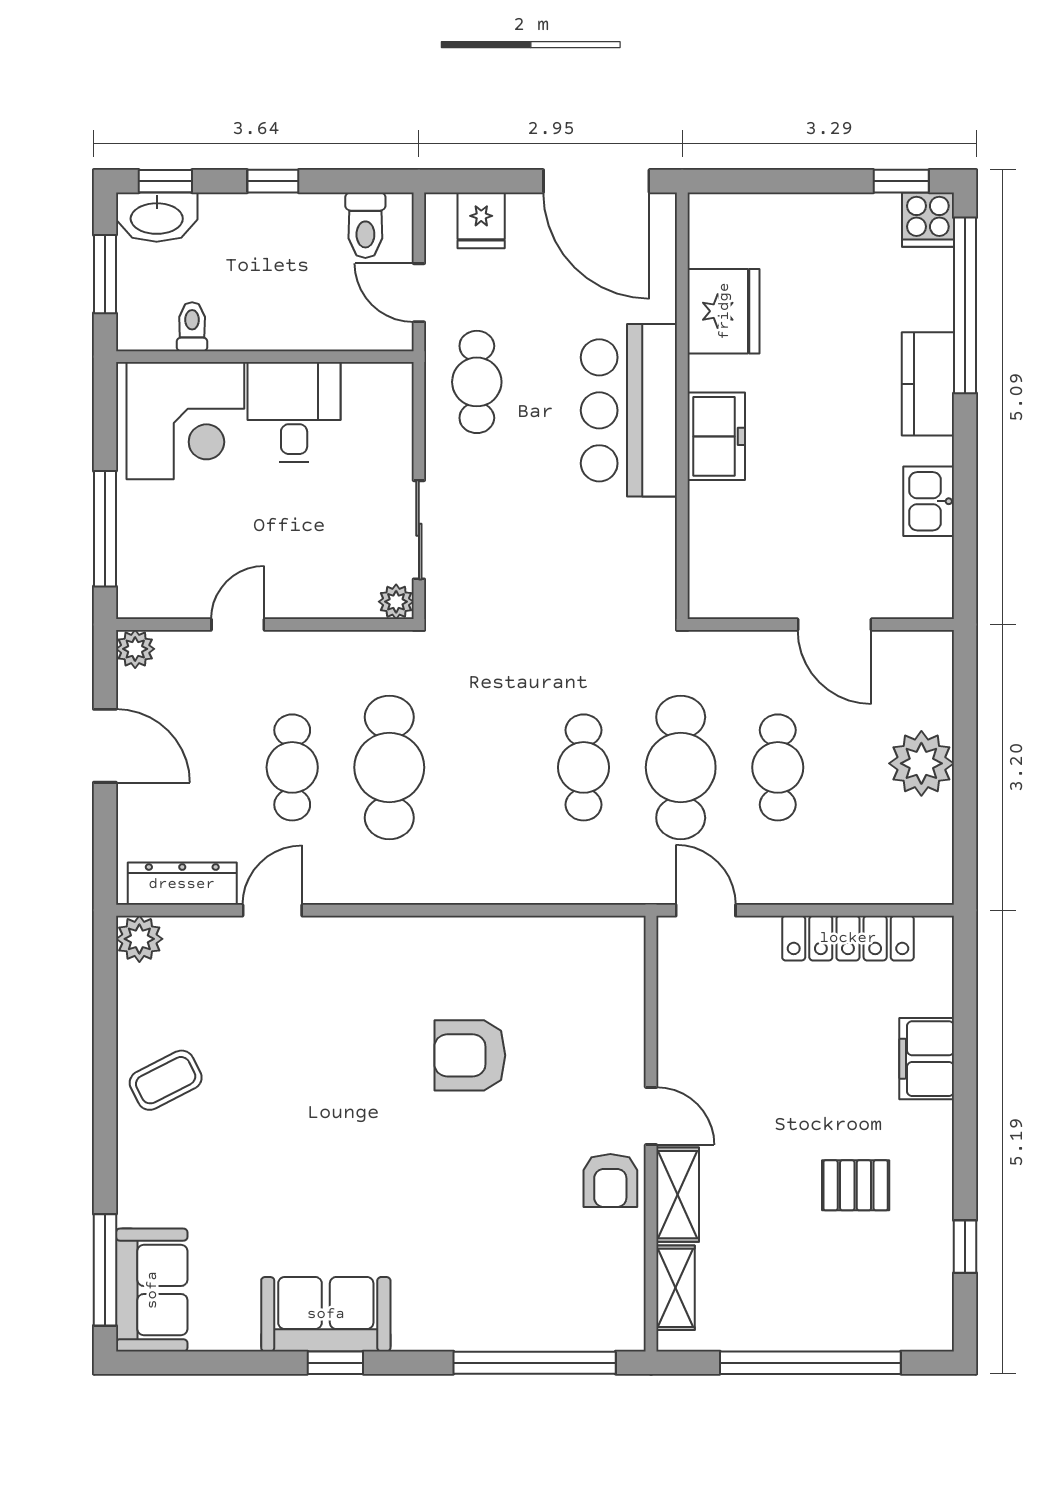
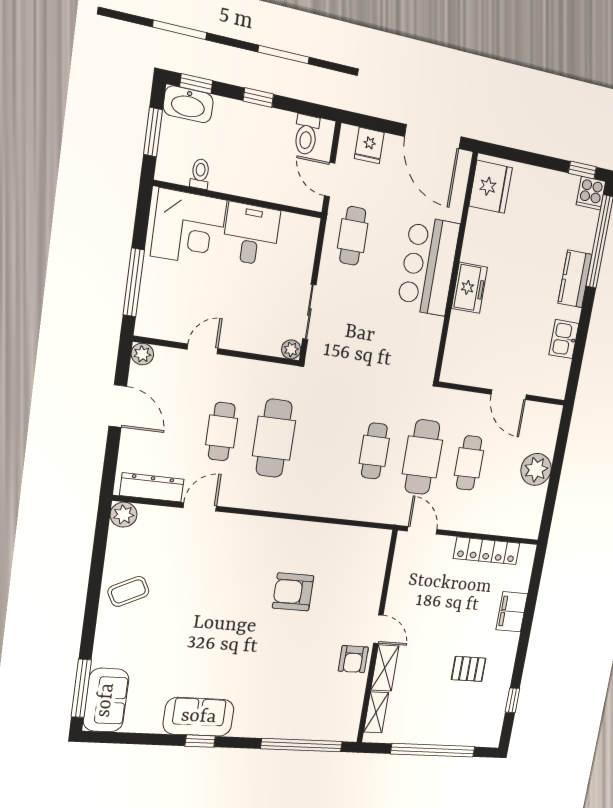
fridge: (724, 311) -> (491, 187), moved

